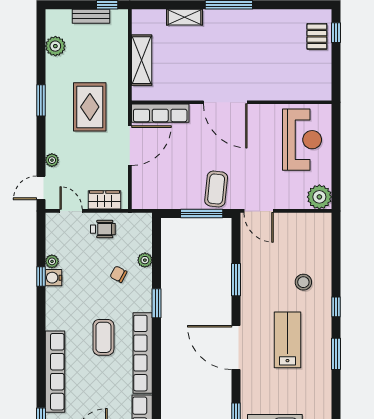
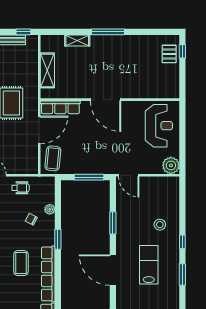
coffee table: (216, 189) -> (53, 158), moved
wardrobe: (104, 200) -> (22, 168), removed

